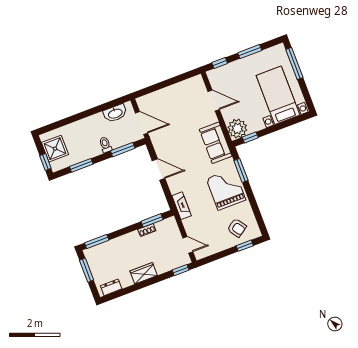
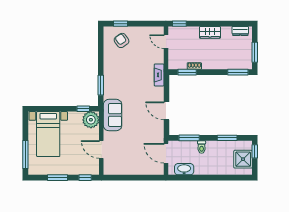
grand piano: (226, 189) -> (118, 75), removed

